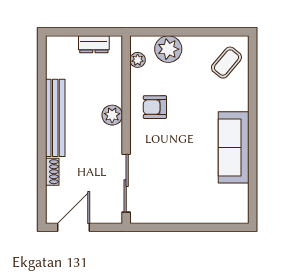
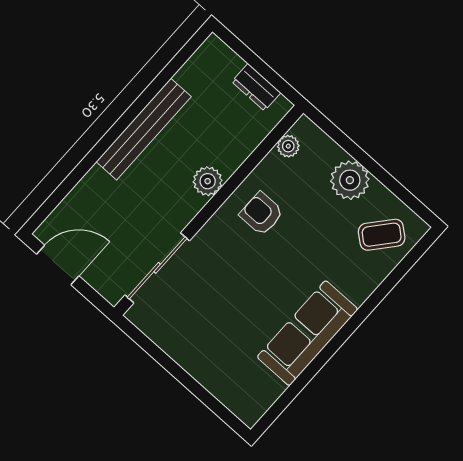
plant: (168, 49) -> (350, 180), moved
shoe rack: (52, 172) -> (88, 184), removed

